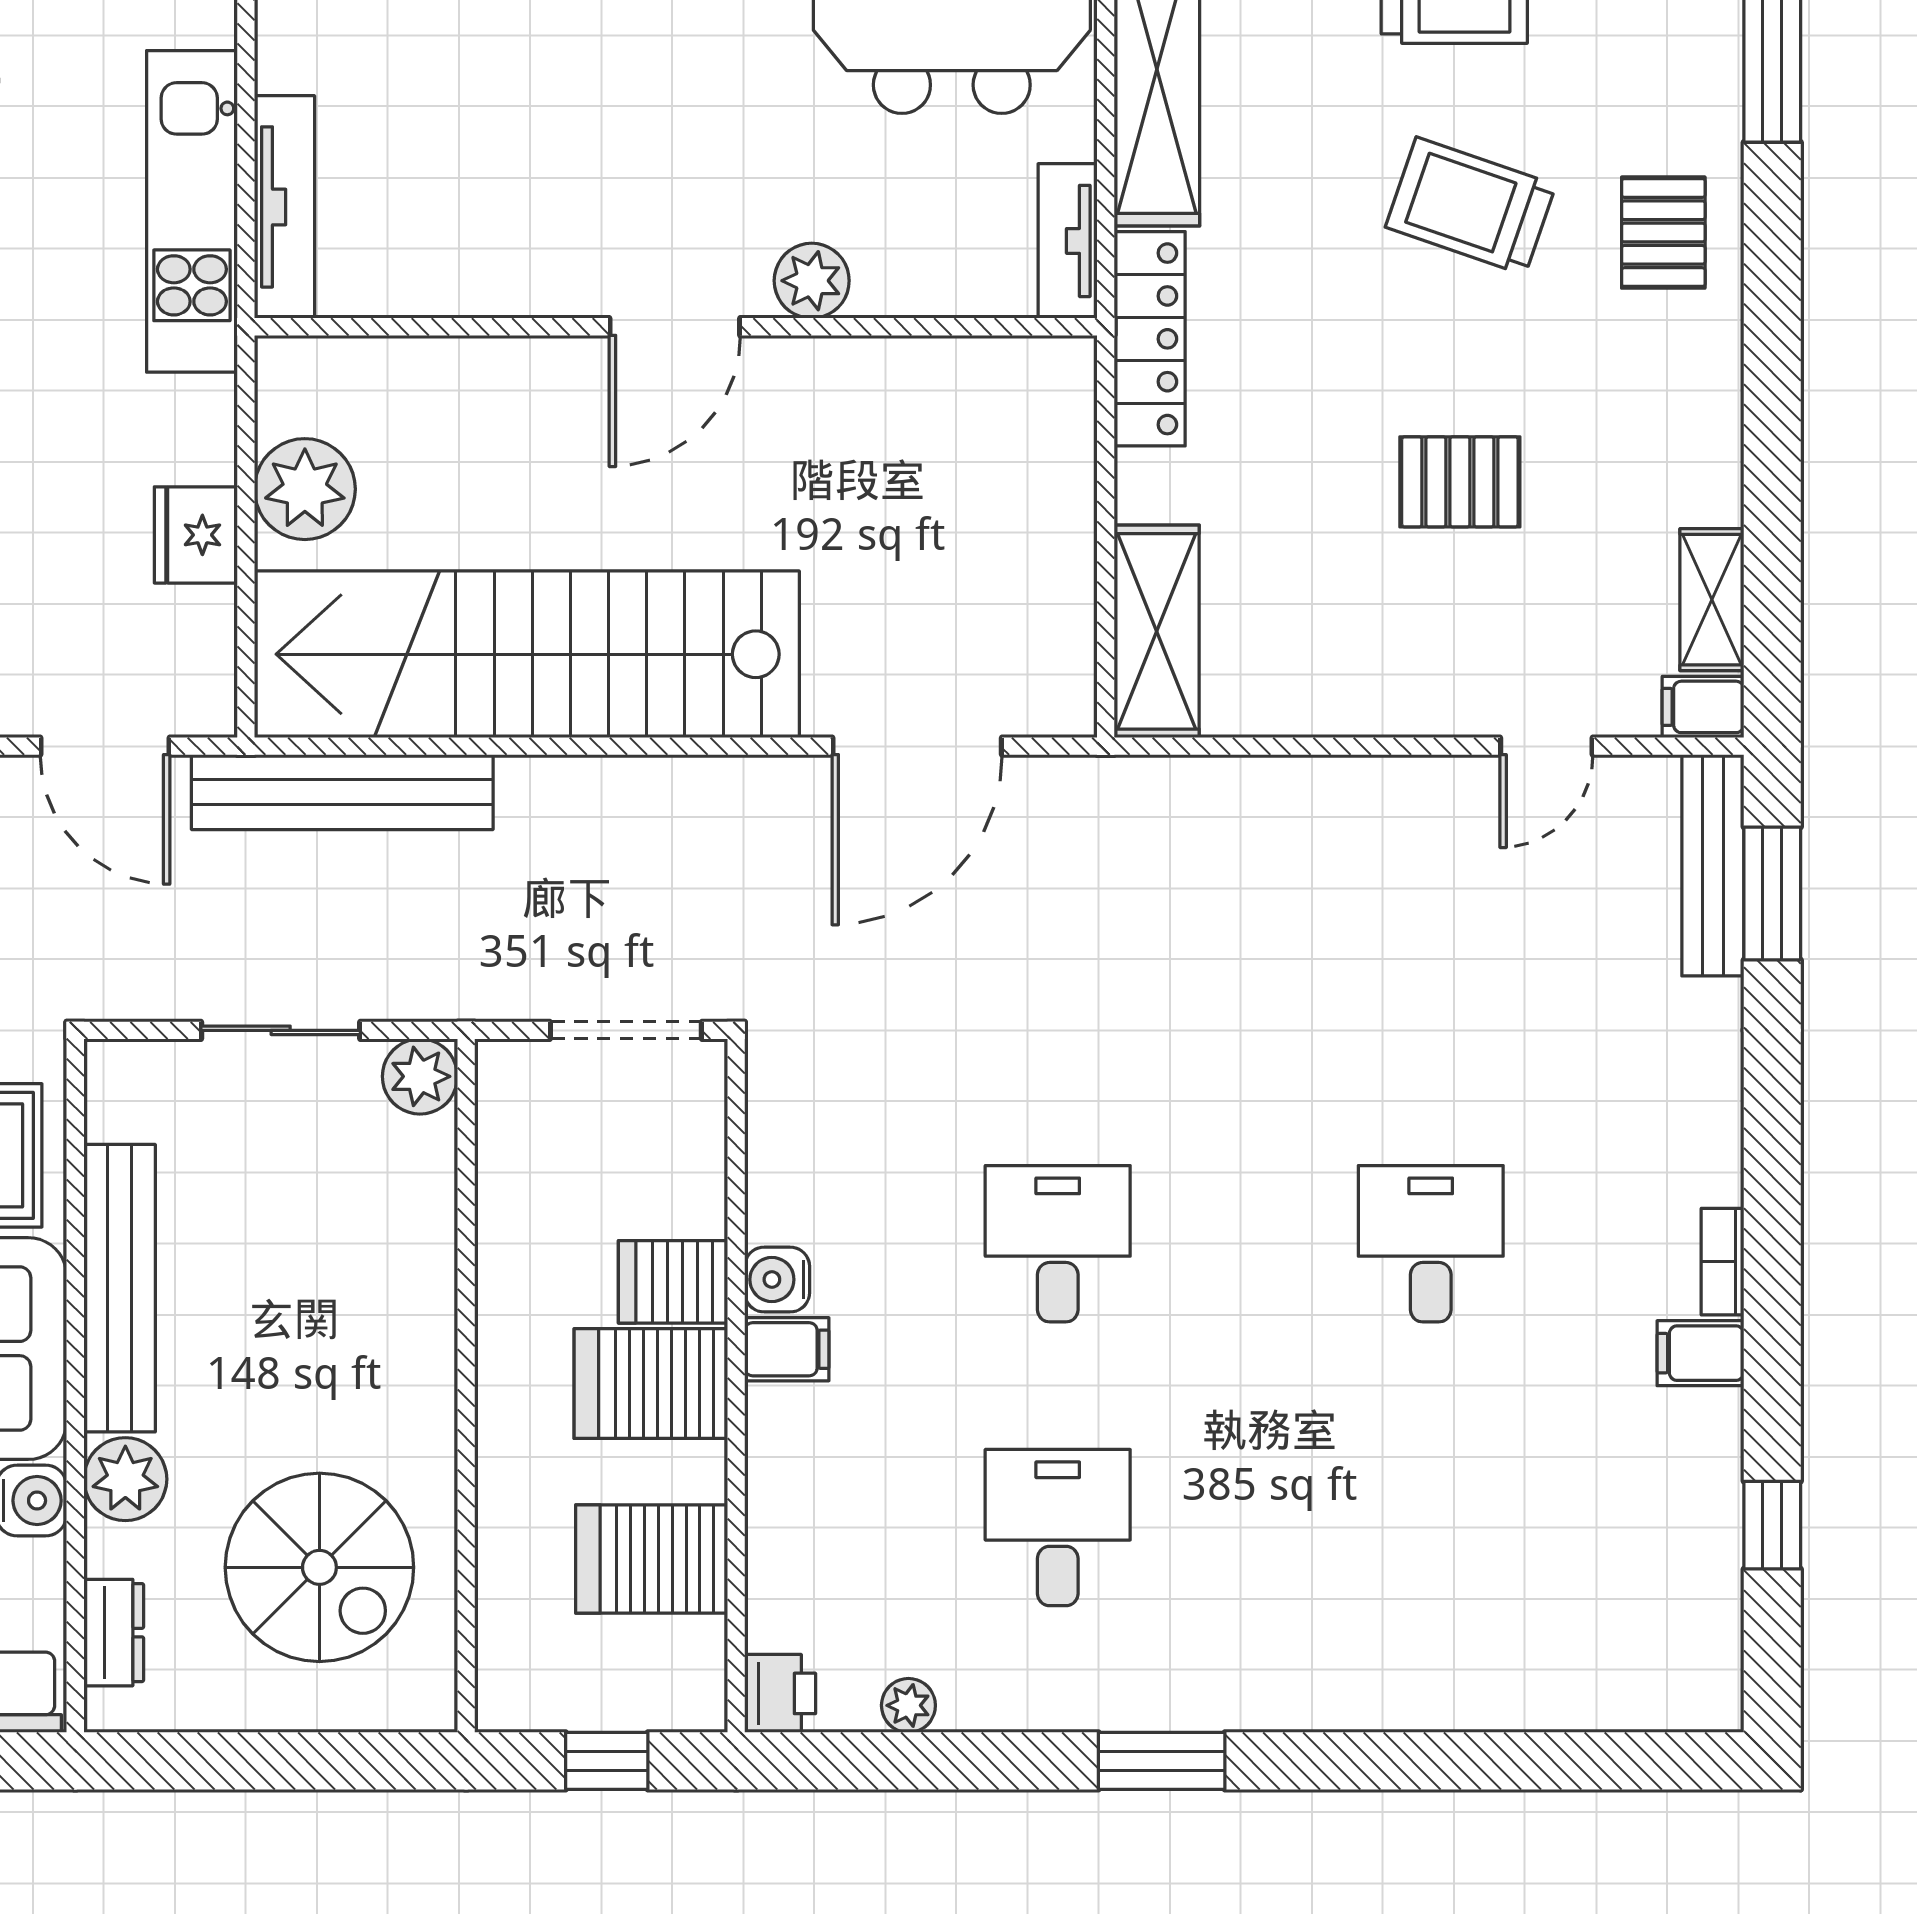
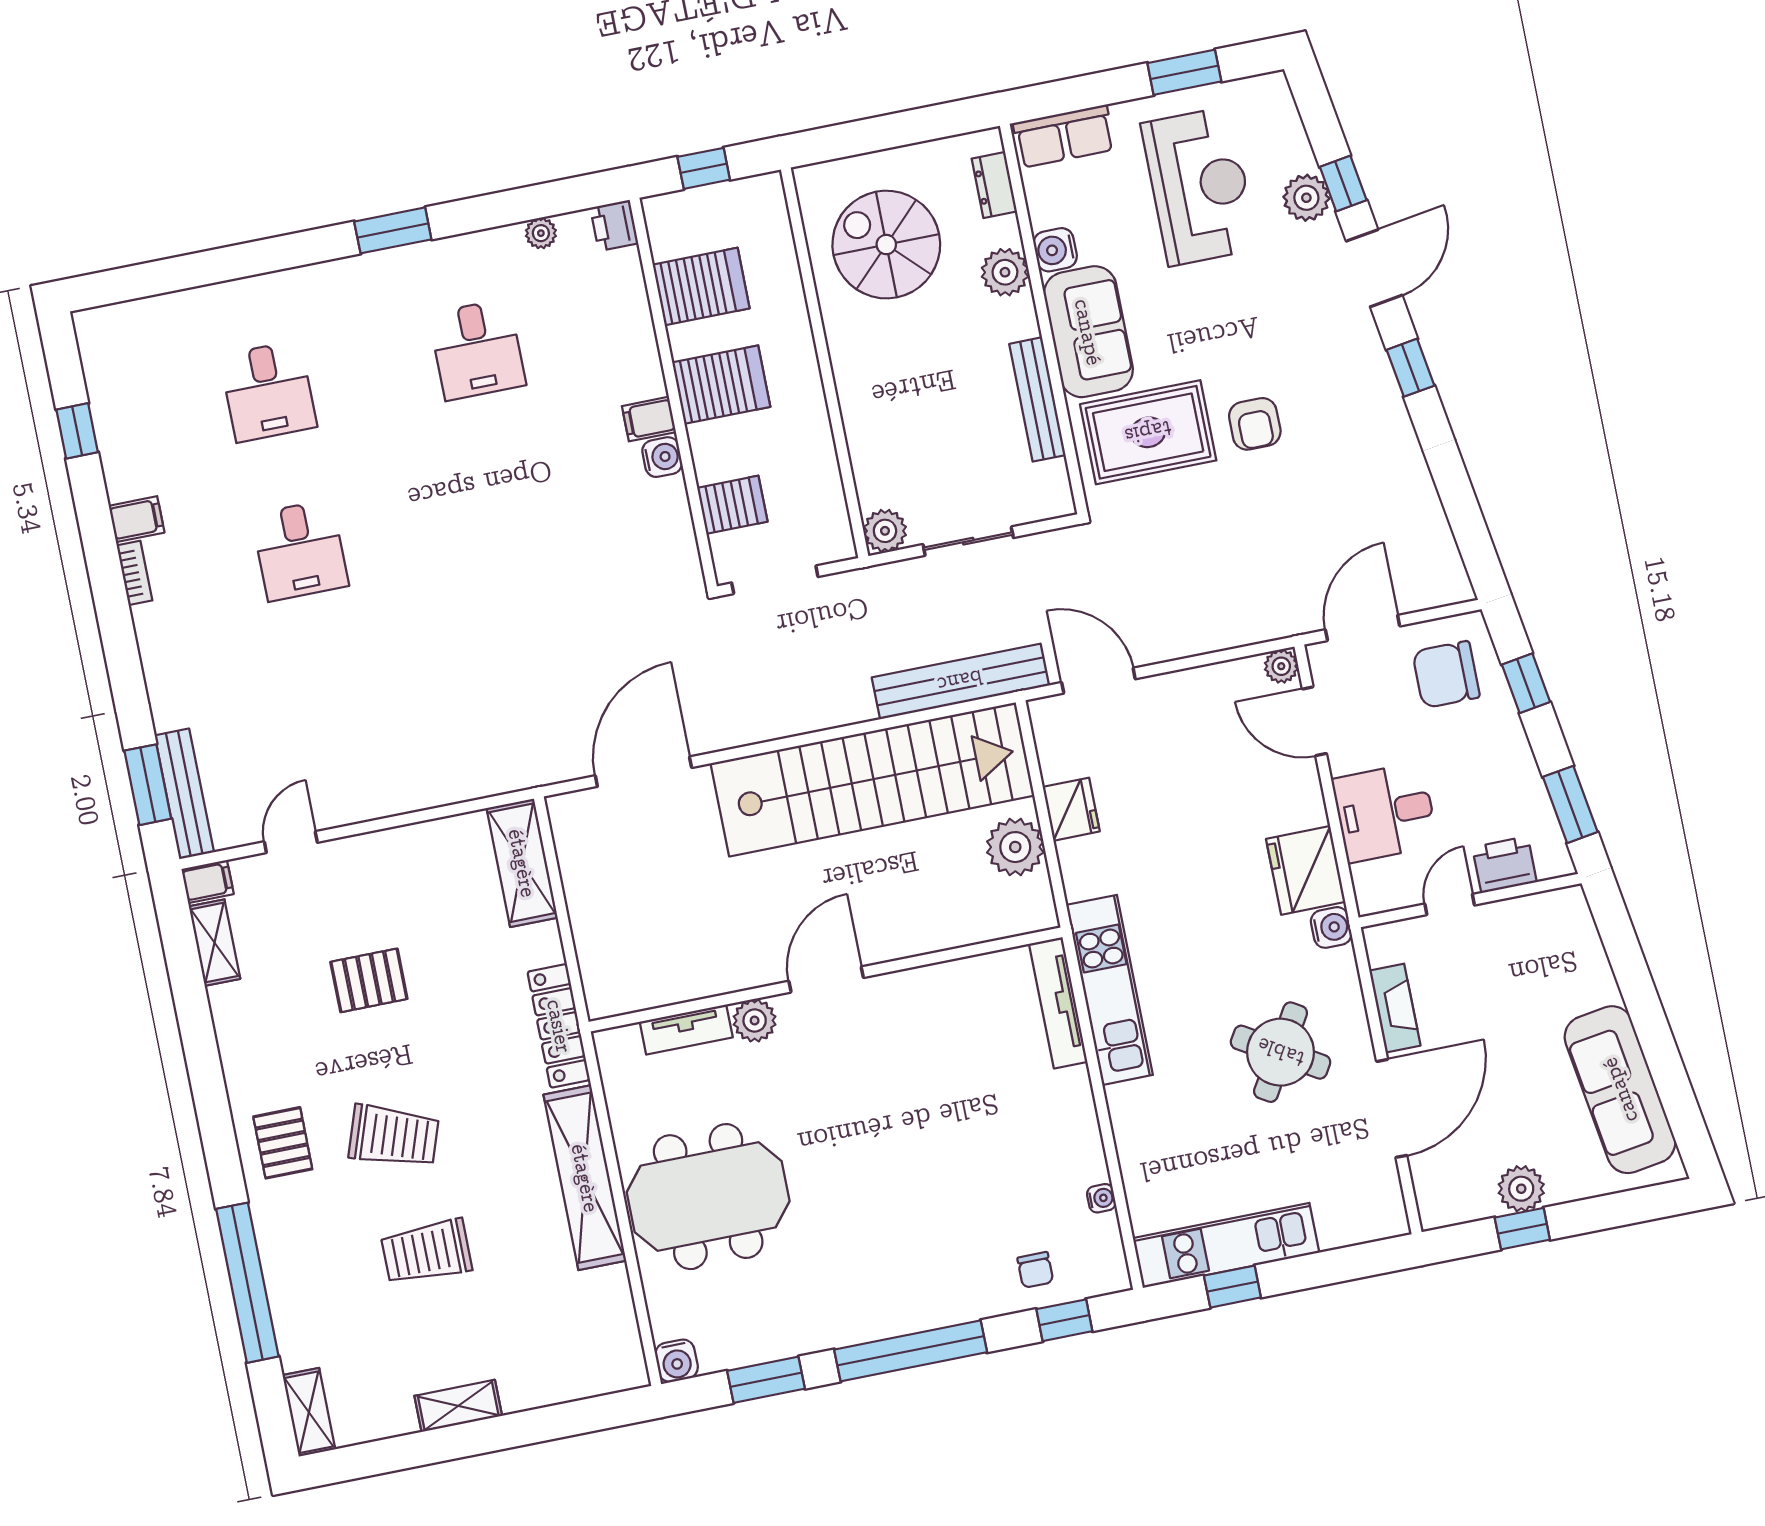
tv unit: (1068, 241) -> (686, 1030), moved, turned 90
desk: (1058, 1244) -> (268, 391), moved
server rack: (673, 1282) -> (732, 505), moved
bench: (120, 1288) -> (1037, 399), width x0.73, depth x0.82

